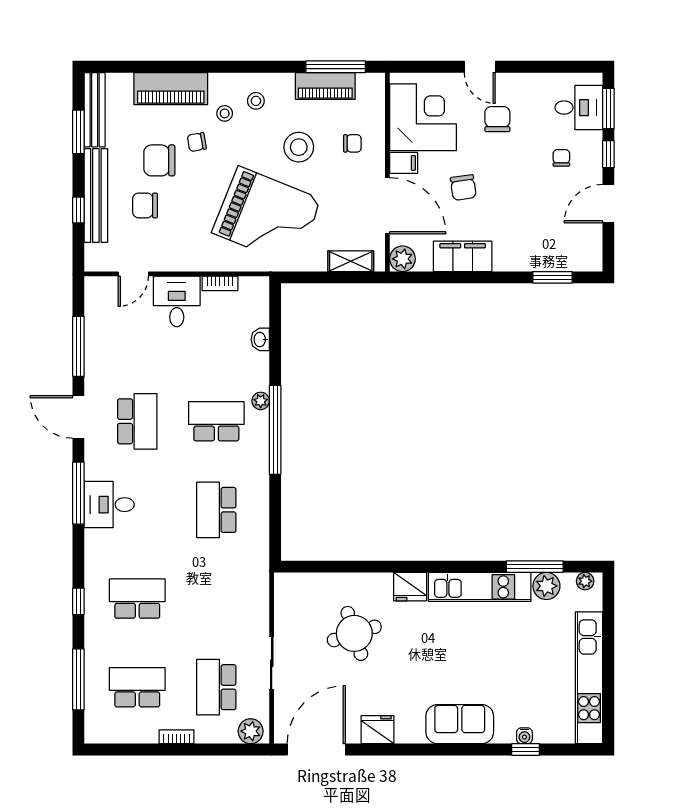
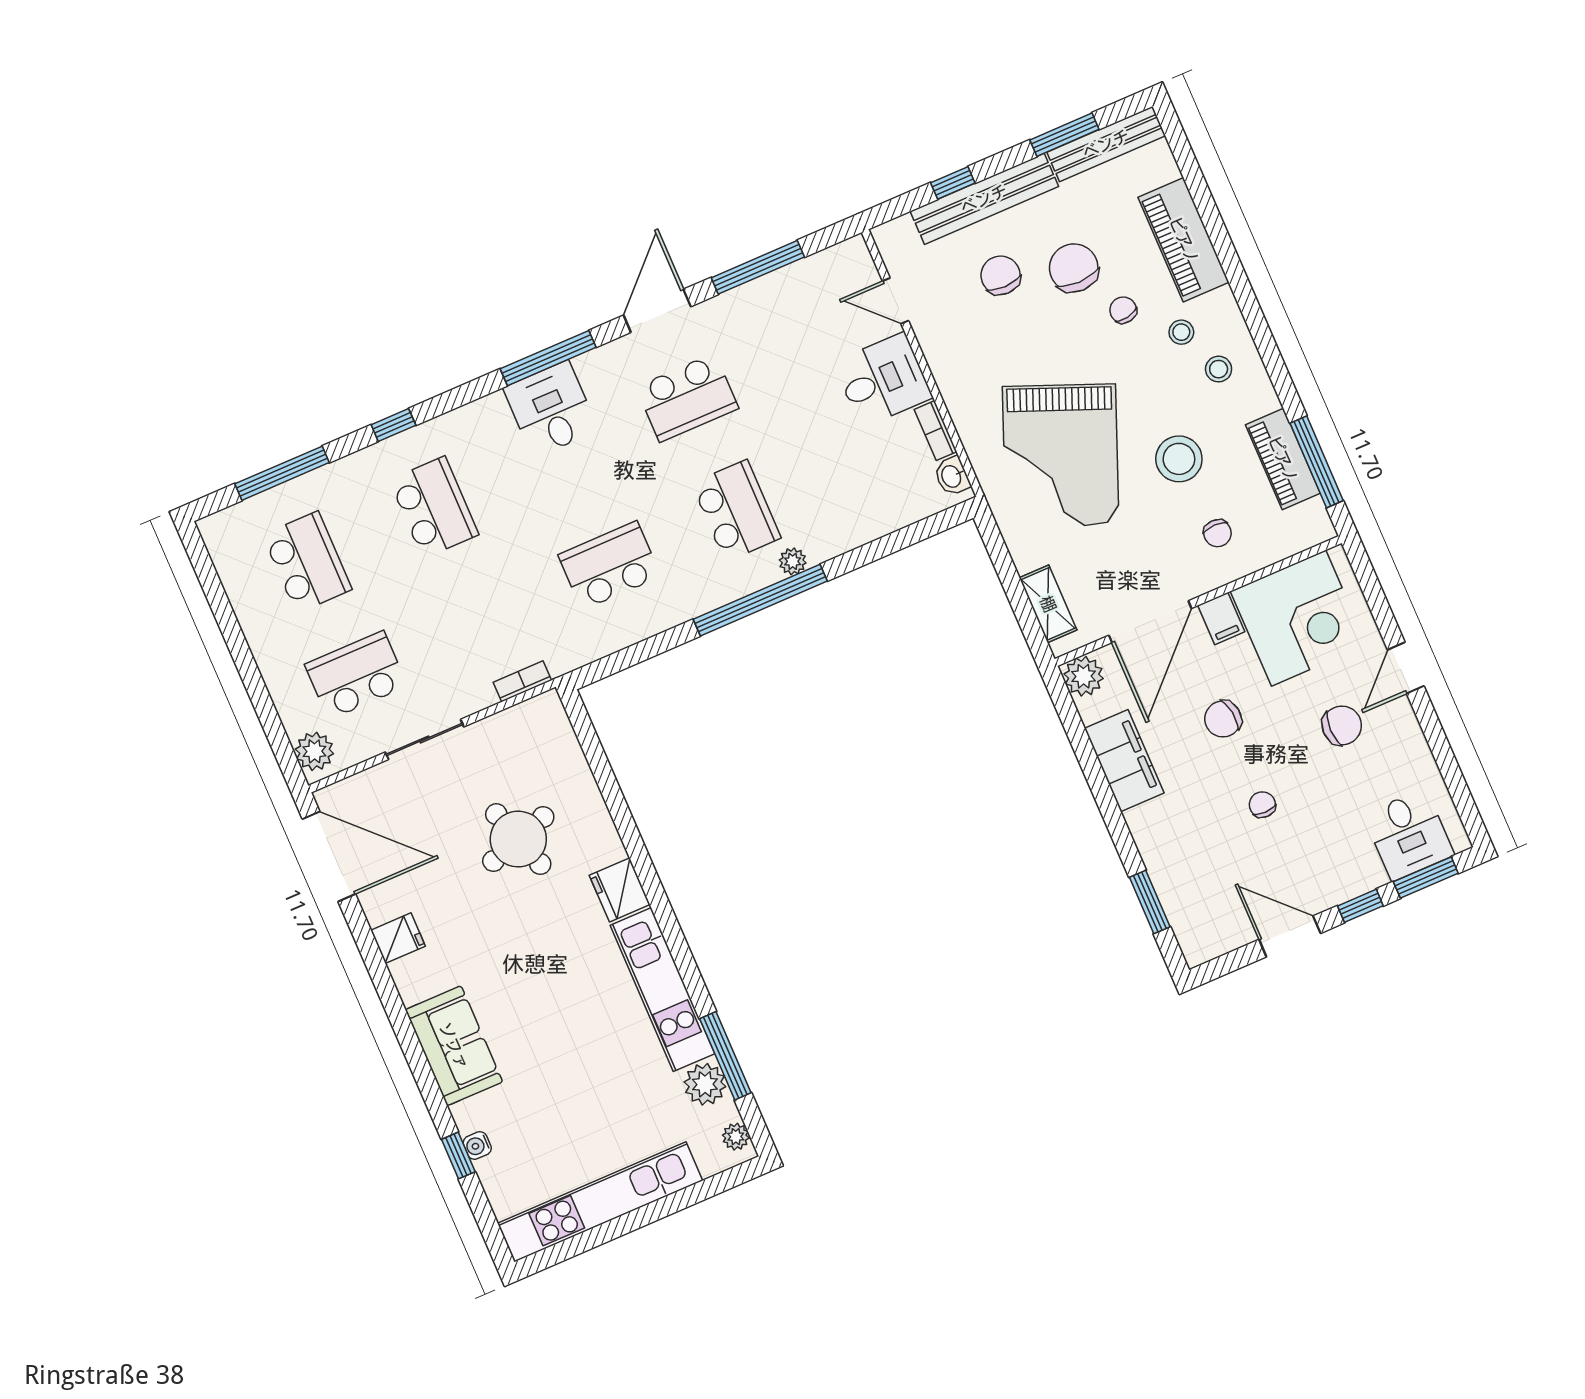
chair: (561, 158) -> (1262, 805), moved, turned -90
washbasin: (260, 339) -> (952, 476), moved, turned -90
fridge: (378, 730) -> (398, 938), width x0.72
bookcase: (176, 737) -> (522, 681), moved, turned -90

